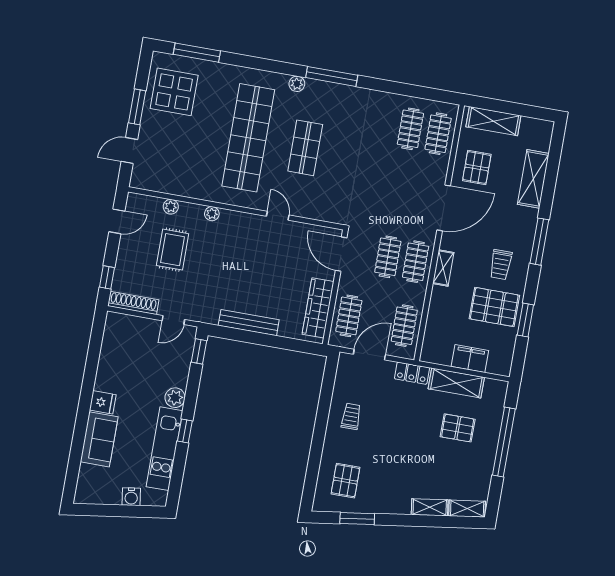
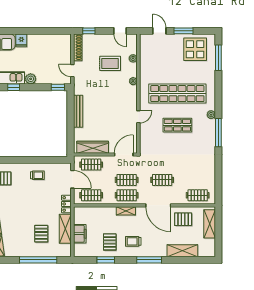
clothes rail: (410, 129) -> (162, 180), moved
pallet: (494, 307) -> (110, 242), width x0.67, depth x0.71

